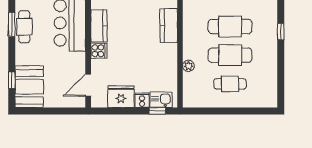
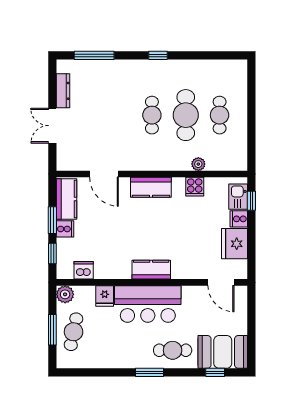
cafe table: (230, 26) -> (152, 115), width x0.73, depth x0.74
cafe table: (24, 27) -> (173, 350), moved
cooker: (99, 51) -> (195, 187), moved, turned 180

